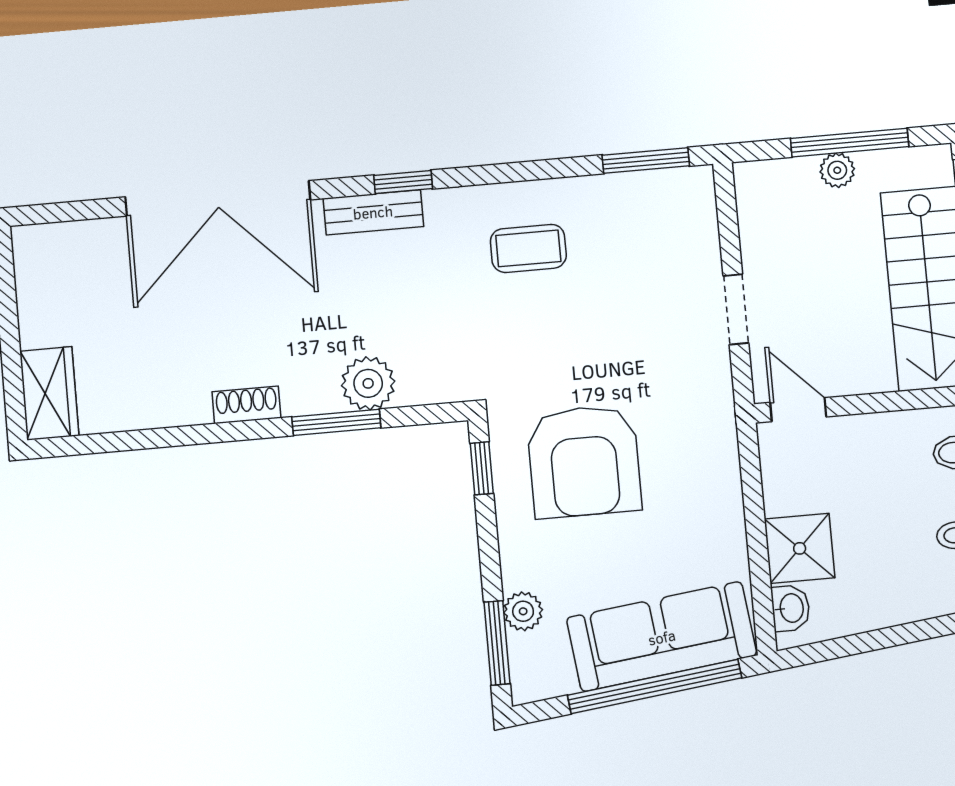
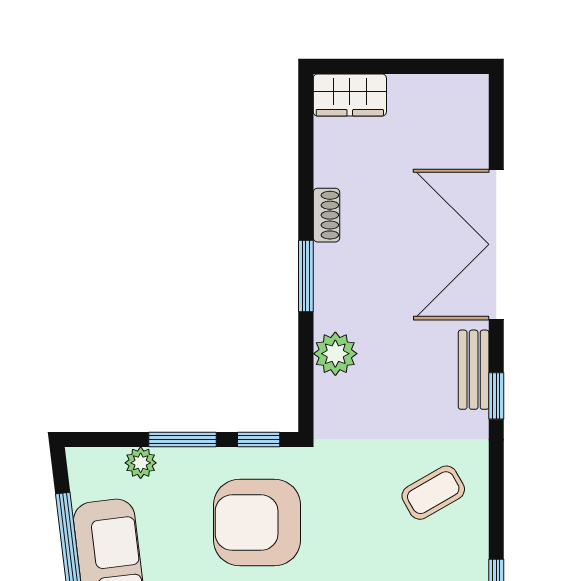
coffee table: (528, 248) -> (433, 493), turned 60
shoe rack: (246, 405) -> (326, 215), moved
window: (336, 422) -> (306, 276), moved
window: (497, 643) -> (183, 440), moved

